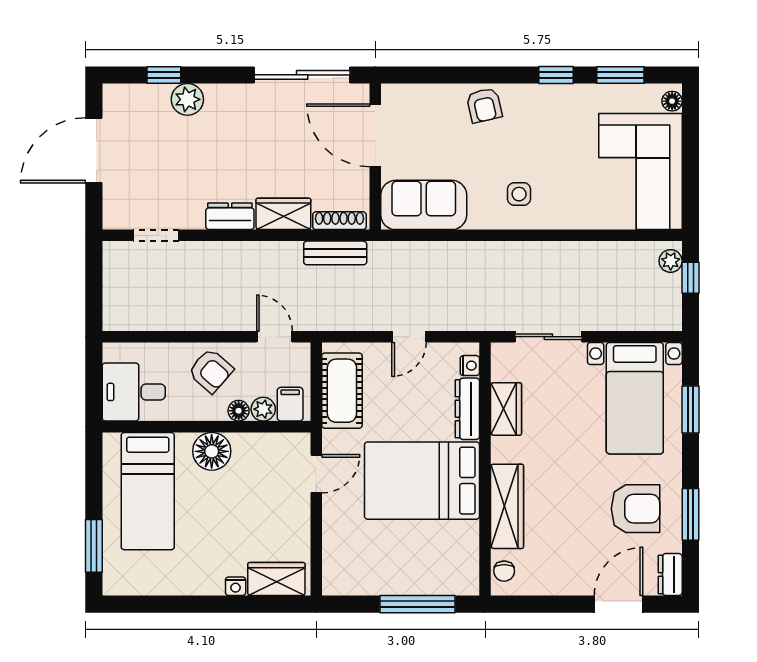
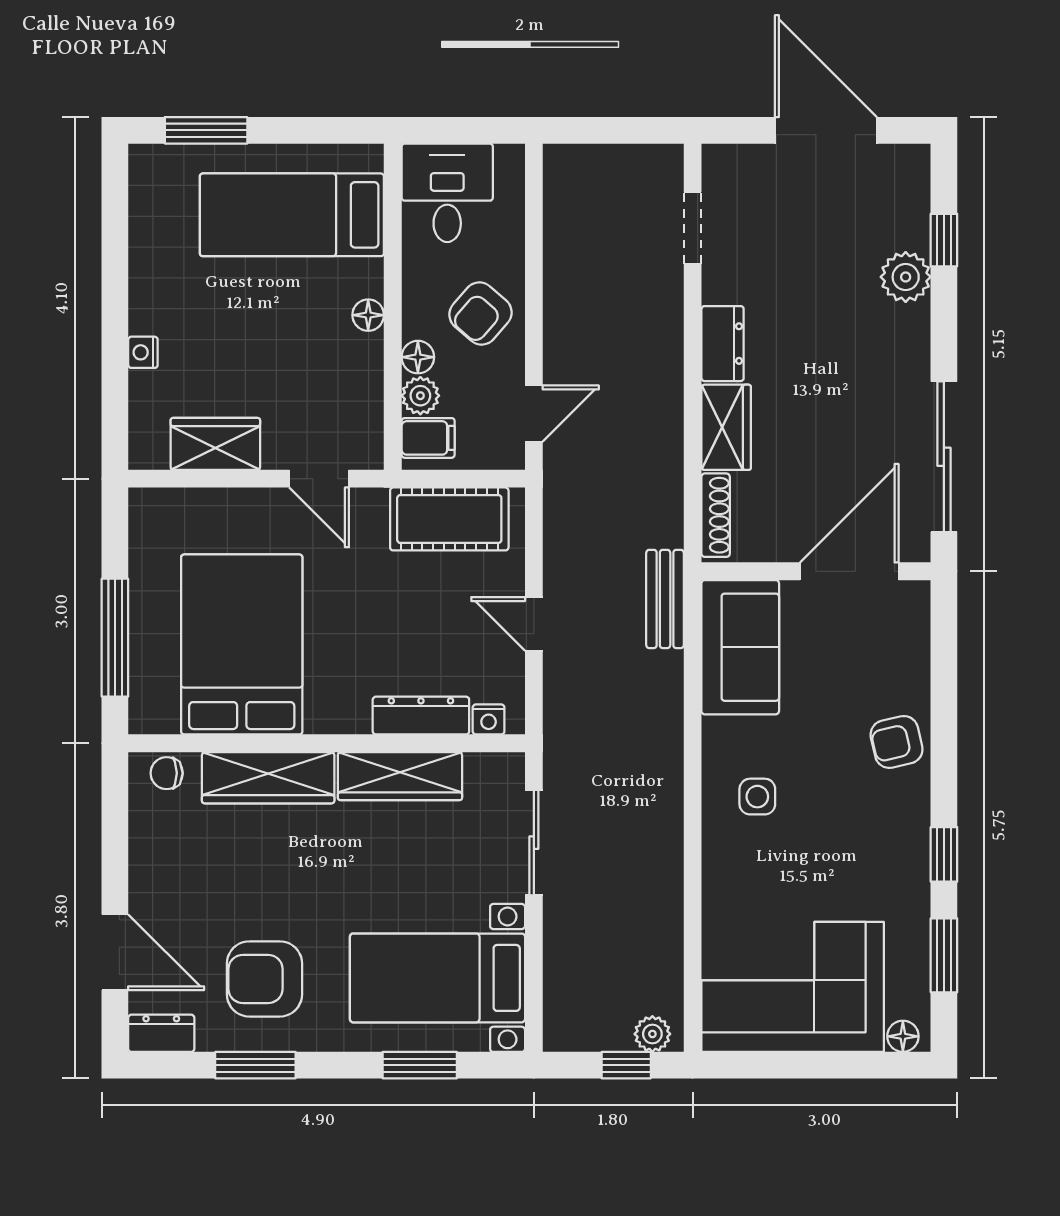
bench: (335, 253) -> (665, 599), moved
wardrobe: (506, 409) -> (400, 776), width x1.50
floor lamp: (212, 451) -> (368, 315), width x0.53, depth x0.53
bed: (422, 481) -> (242, 644), moved
armchair: (635, 509) -> (265, 979), turned 90
wardrobe: (276, 579) -> (215, 444), moved, turned -90

